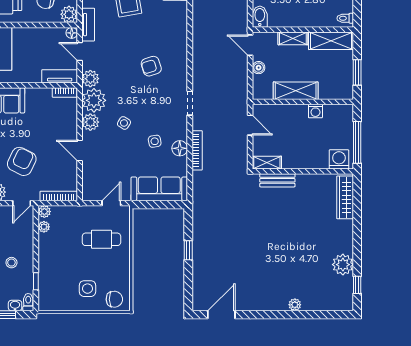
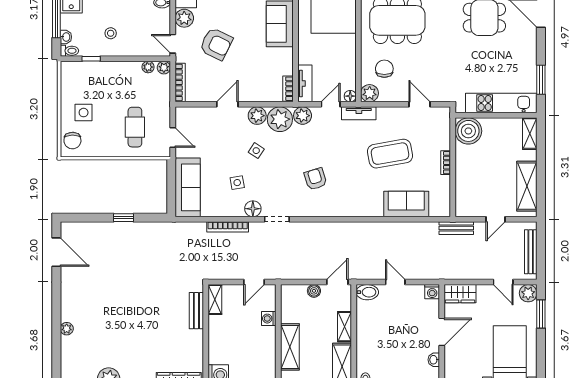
shelving: (296, 91) -> (290, 347), moved
washing machine: (315, 111) -> (269, 319), moved
floor lamp: (180, 148) -> (253, 209), moved

